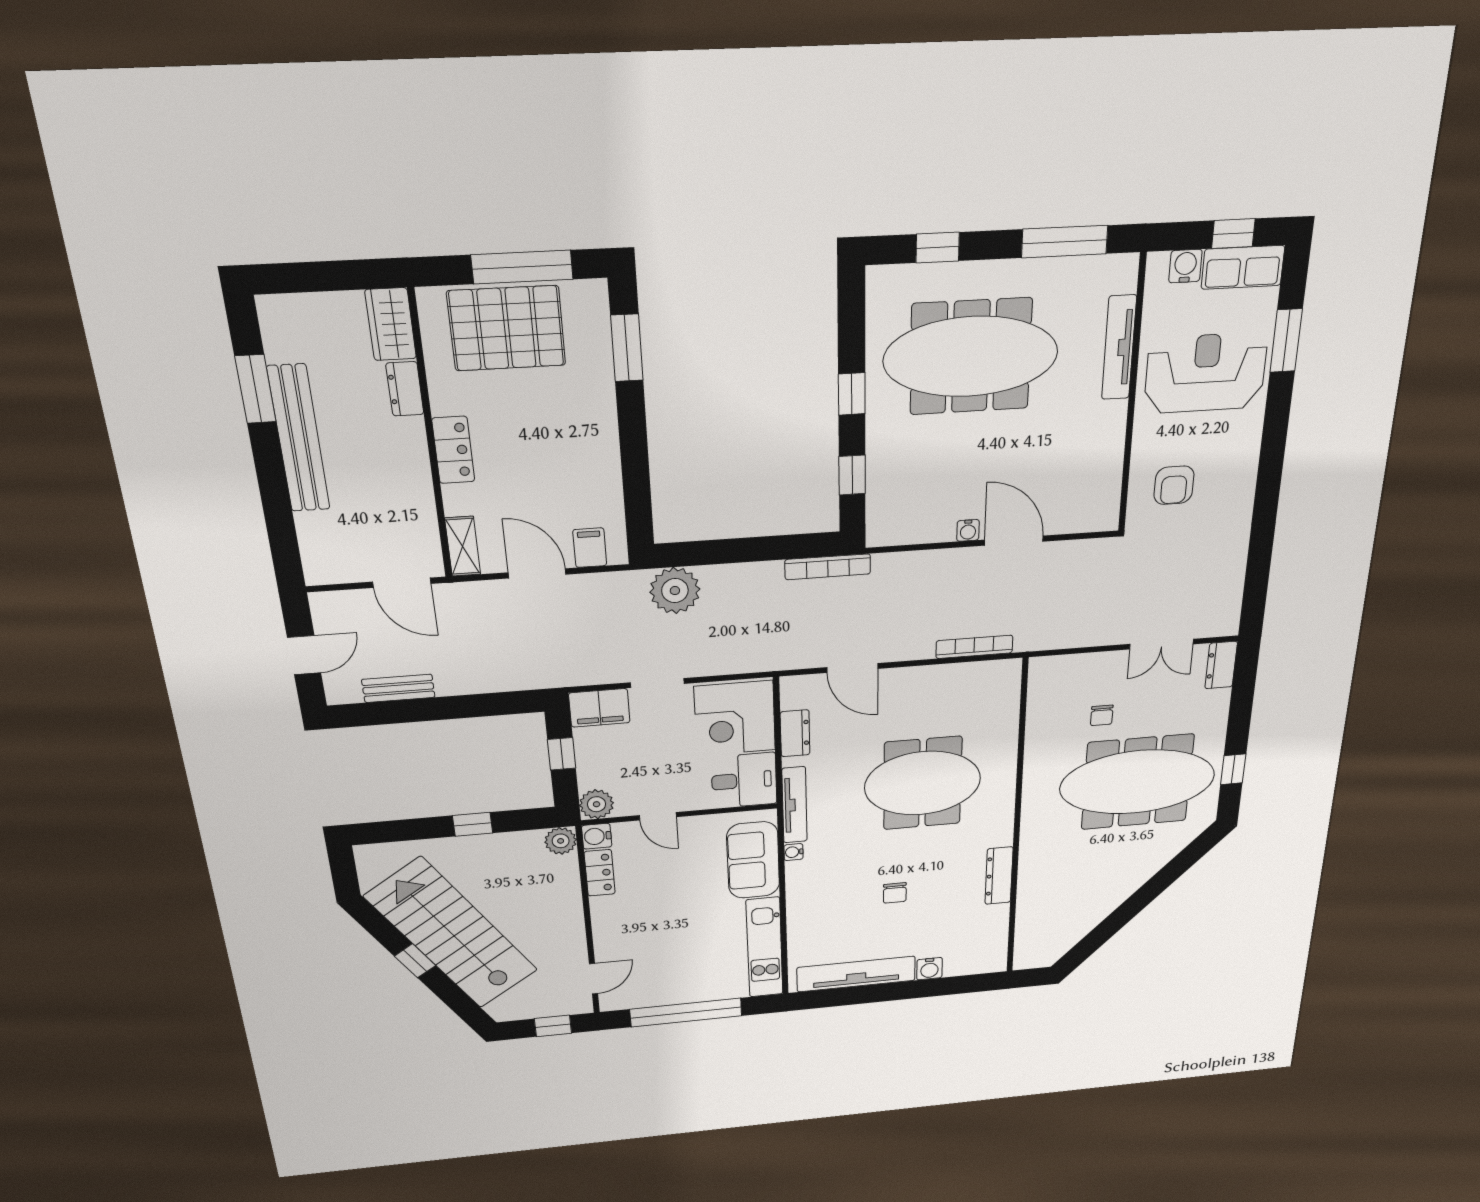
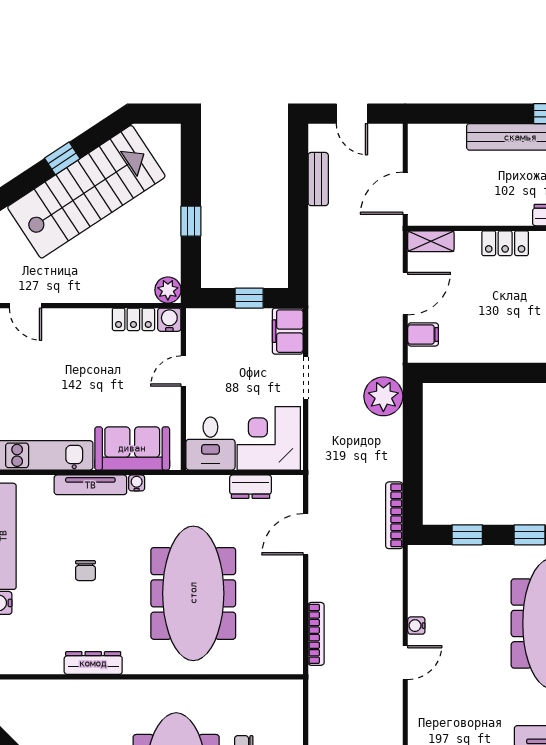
door: (1014, 541) -> (405, 663), width x0.73
meeting table: (923, 783) -> (193, 593), width x1.36
plant: (597, 804) -> (200, 322), removed
tv unit: (795, 805) -> (90, 485), moved
chair: (895, 893) -> (85, 571), turned -90

